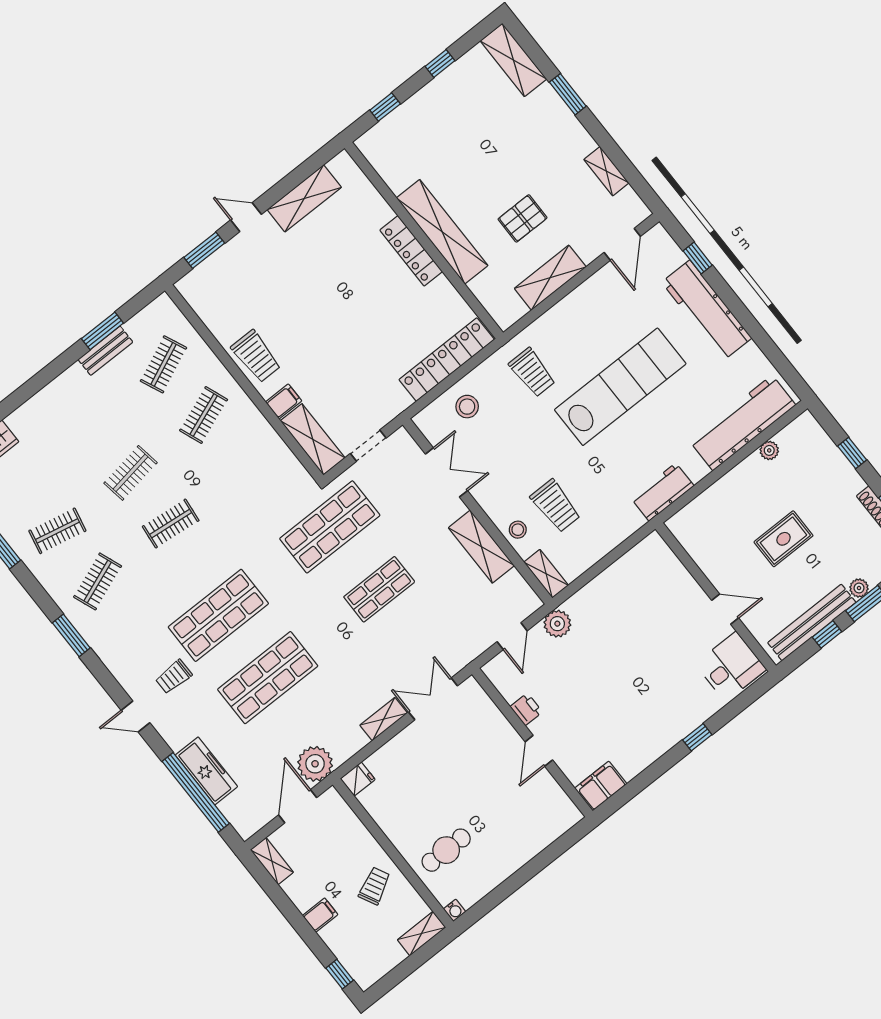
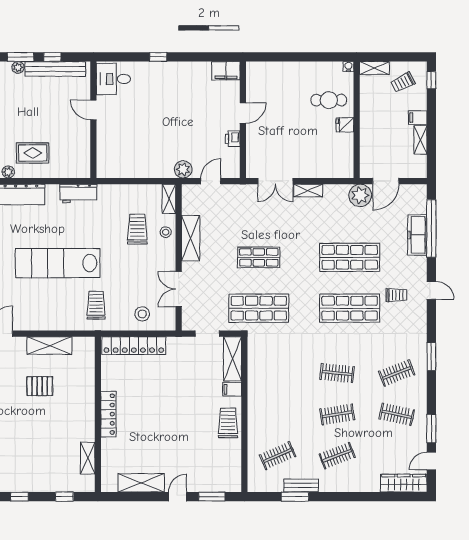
door: (246, 217) -> (178, 497), swing flipped
shelving: (442, 232) -> (88, 458), moved, width x0.45, depth x0.75
clothes rail: (204, 415) -> (337, 456), moved
rug: (784, 539) -> (33, 153), moved
fridge: (358, 779) -> (345, 125), moved
shelving: (272, 861) -> (420, 140), moved
trolley: (374, 886) -> (403, 82), moved

